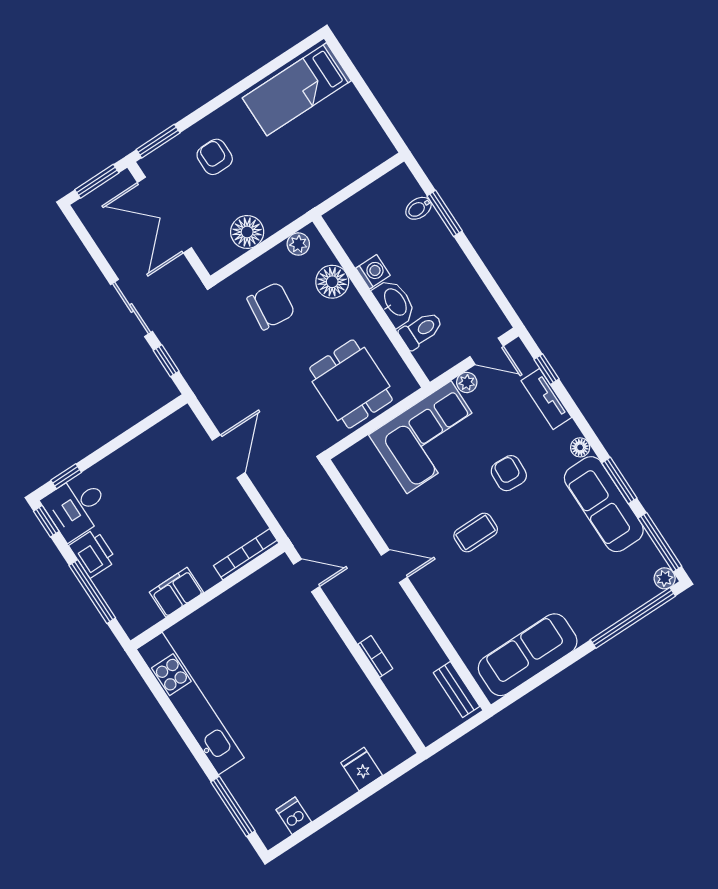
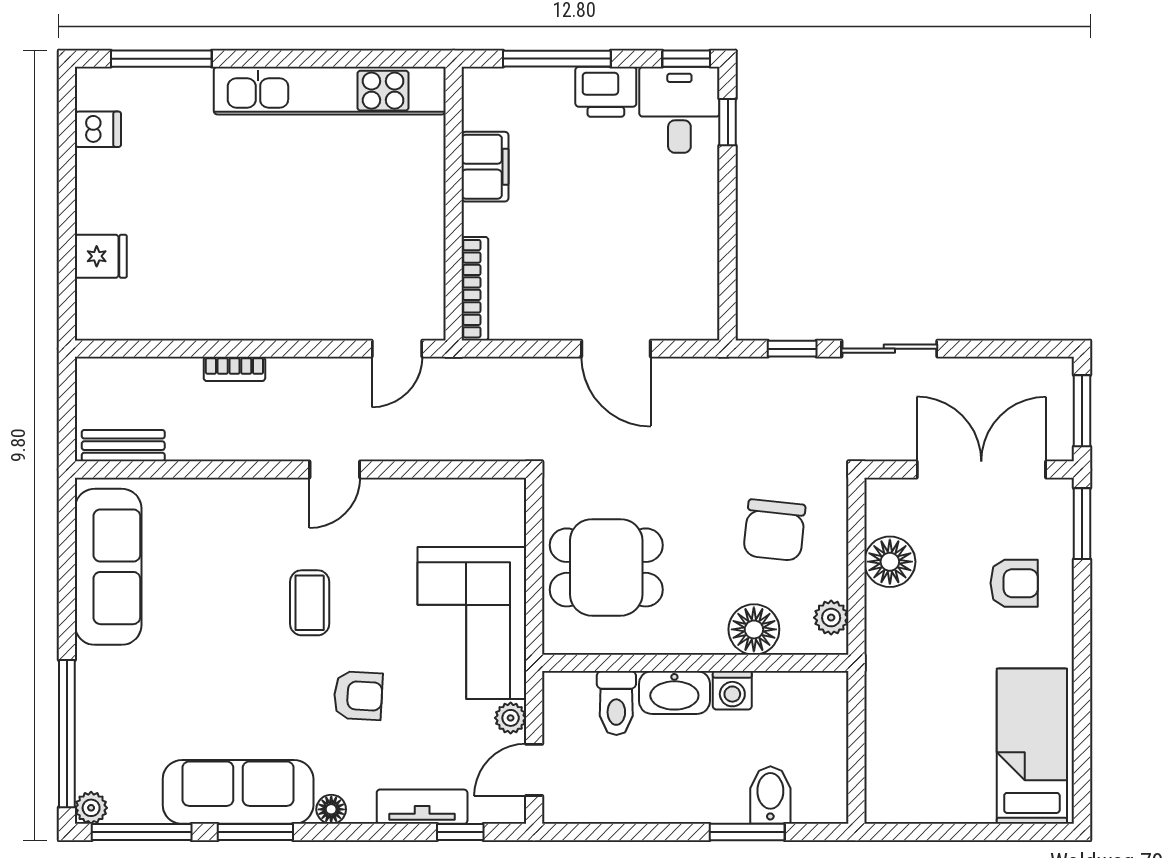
bidet: (418, 208) -> (770, 795), width x1.38, depth x1.36

